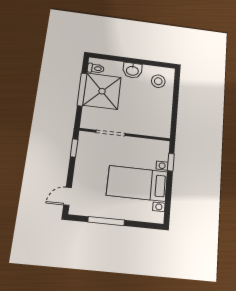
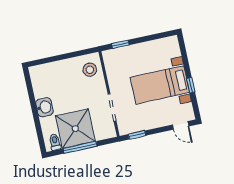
stool: (158, 81) -> (90, 70), moved
bed with nightstands: (137, 183) -> (160, 85), moved, turned 90
window: (106, 221) -> (191, 85), width x0.46

